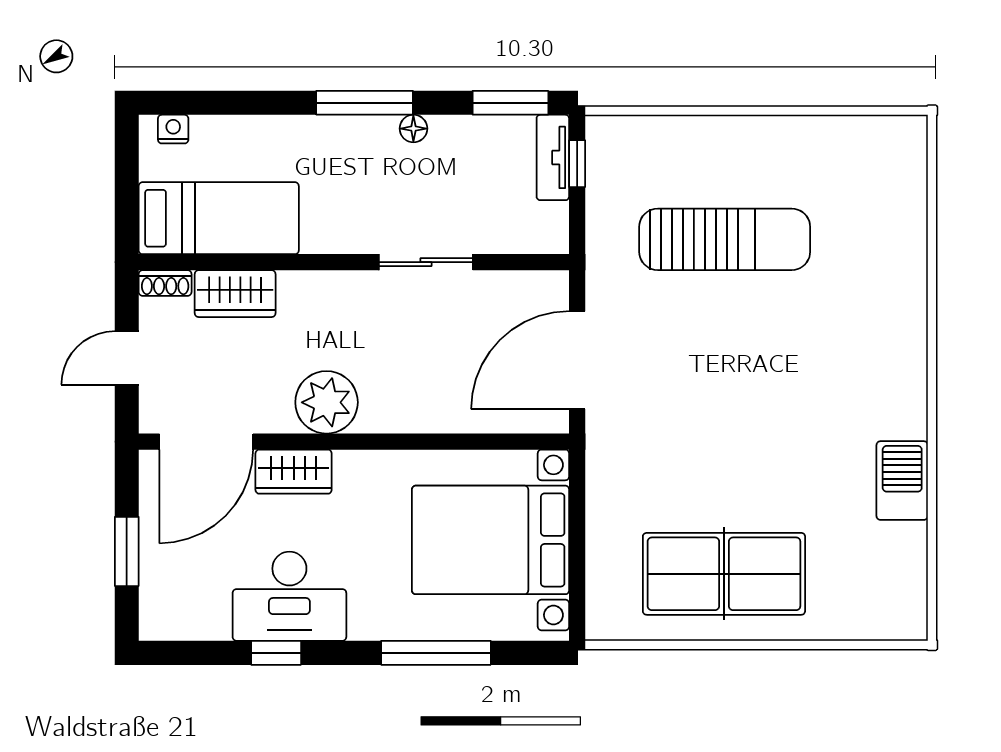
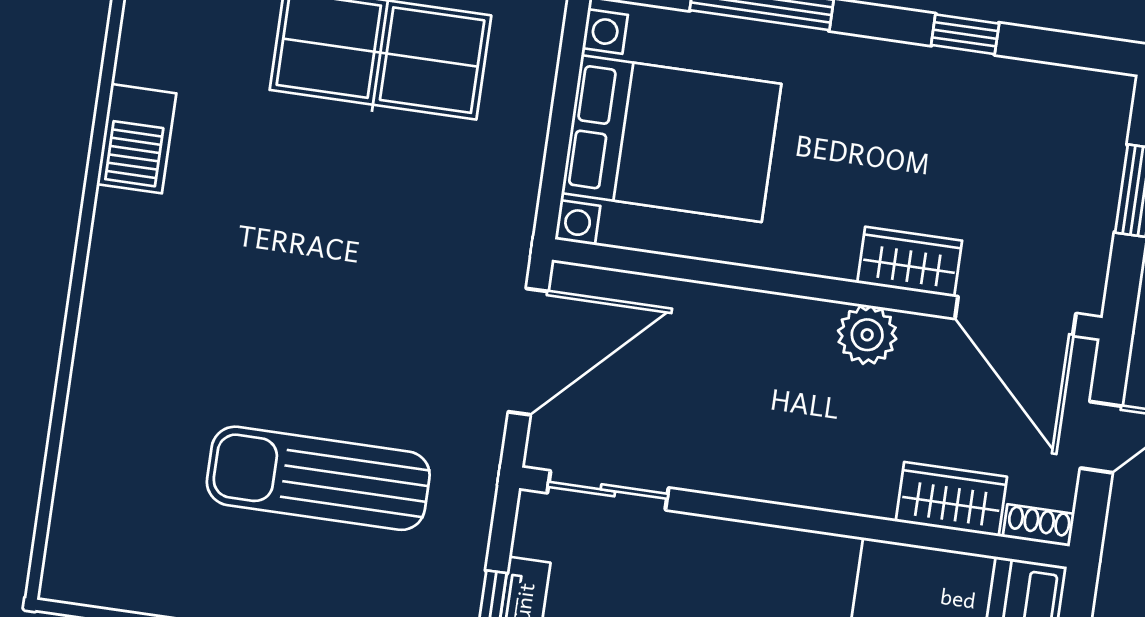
sliding door: (426, 262) -> (608, 490), moved
plant: (327, 402) -> (867, 335), width x0.73, depth x0.73
door: (206, 442) -> (1015, 316), swing flipped
desk: (289, 596) -> (938, 104), removed

